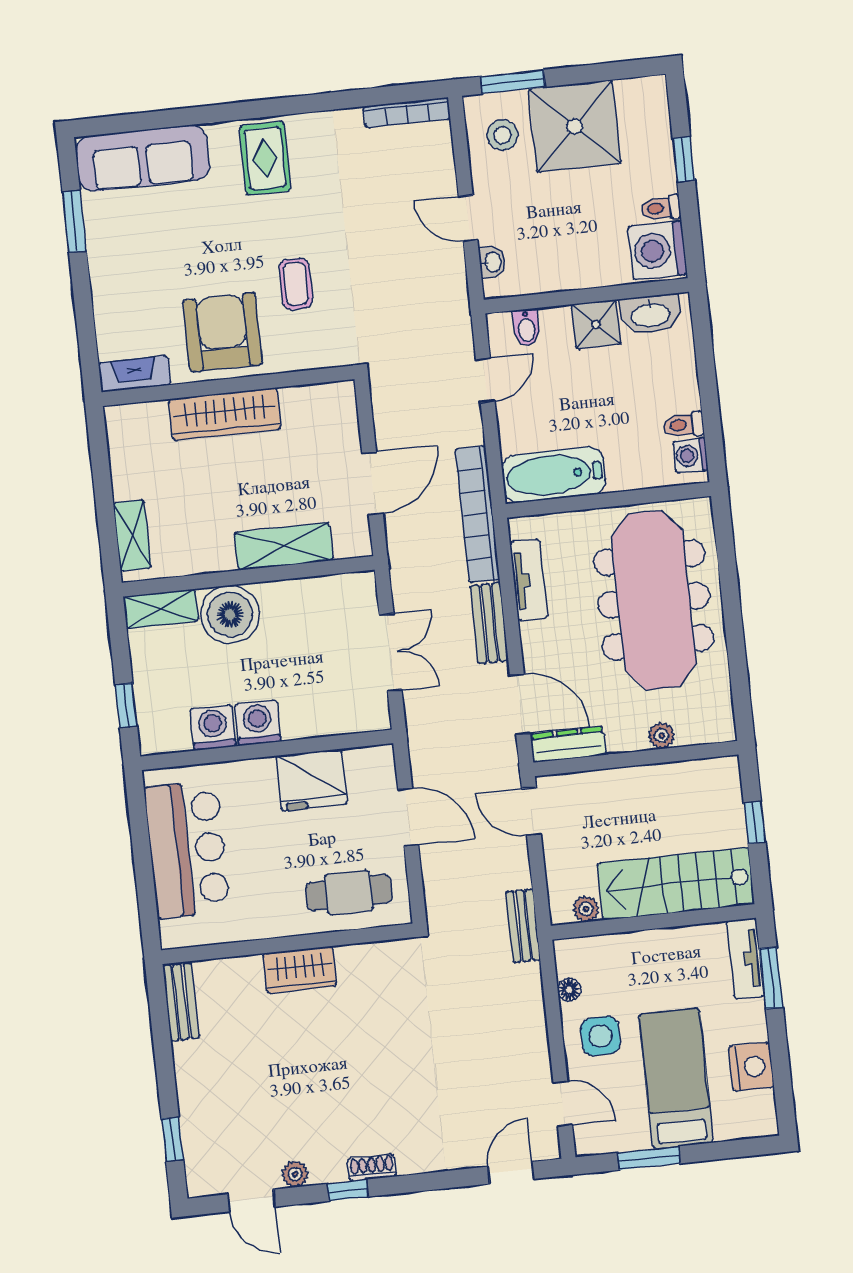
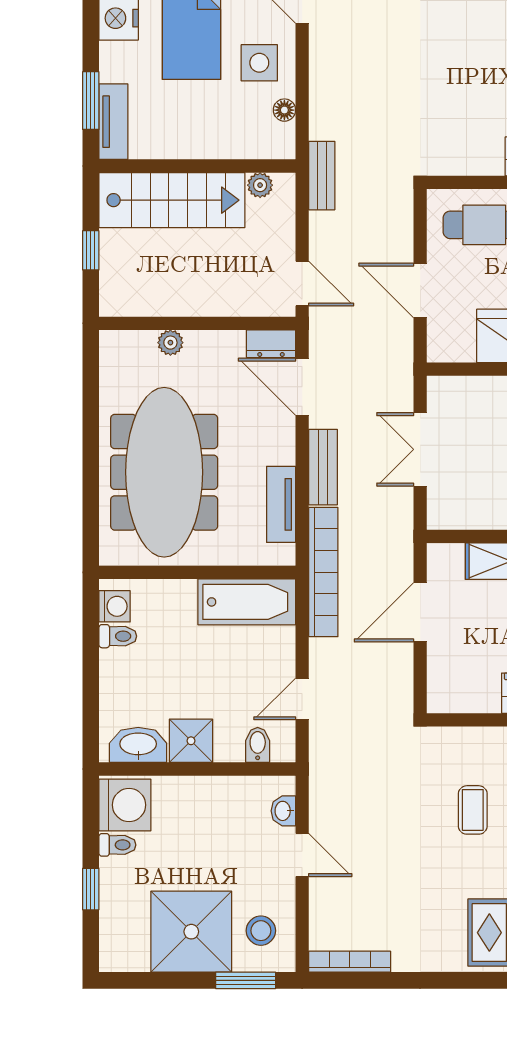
dresser: (568, 744) -> (271, 344), width x0.70

